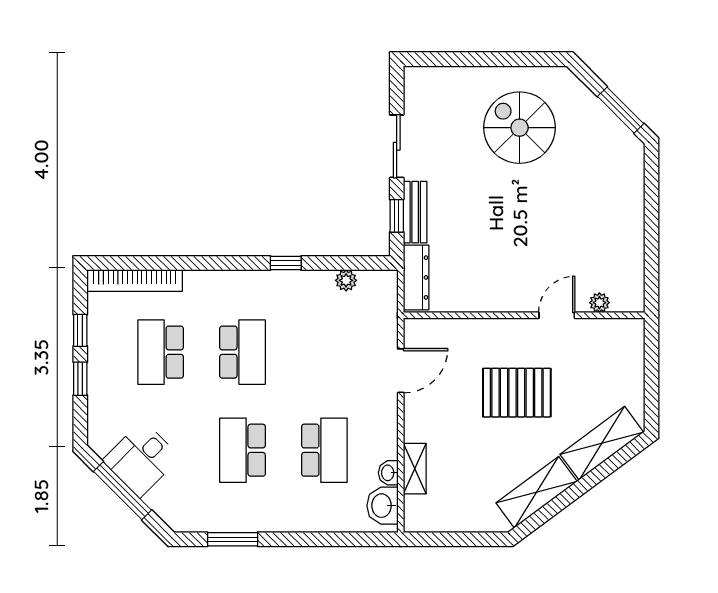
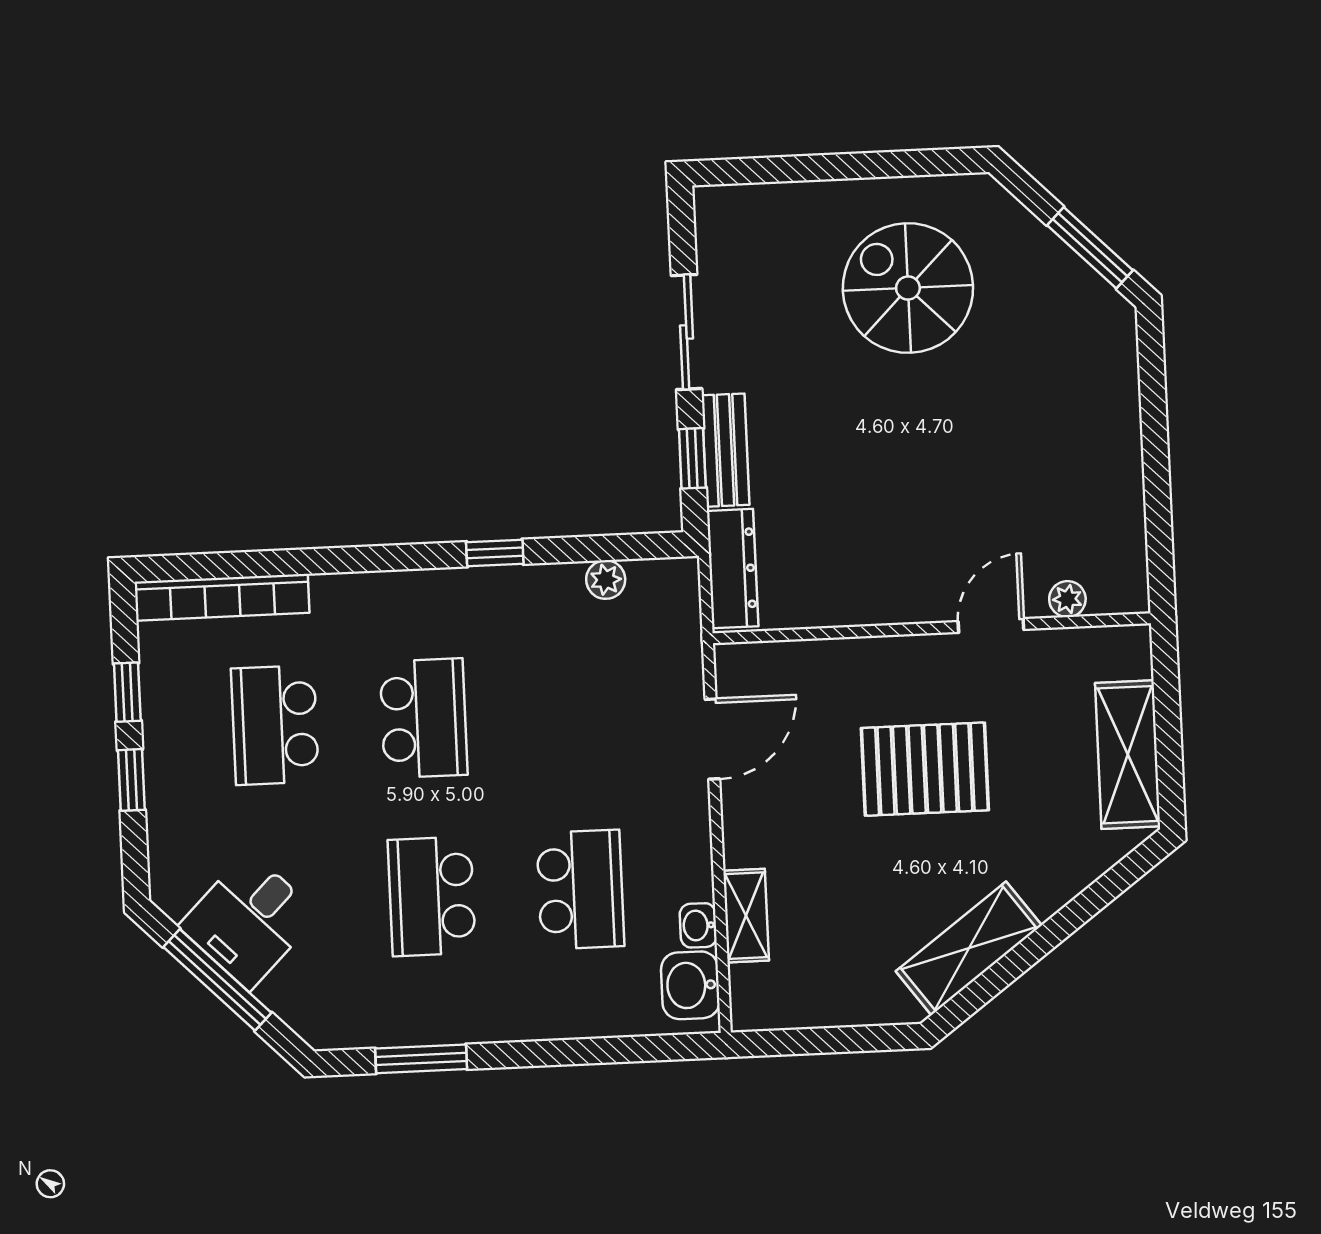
shelving: (602, 443) -> (1128, 755), moved, turned -53

